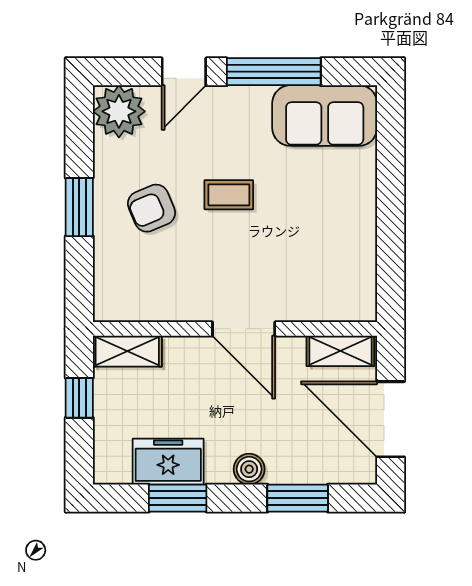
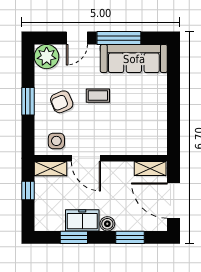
sofa: (325, 116) -> (134, 59), width x1.36
side table: (140, 292) -> (56, 141), added
door: (244, 329) -> (86, 158), moved
freezer: (168, 462) -> (82, 220), moved

